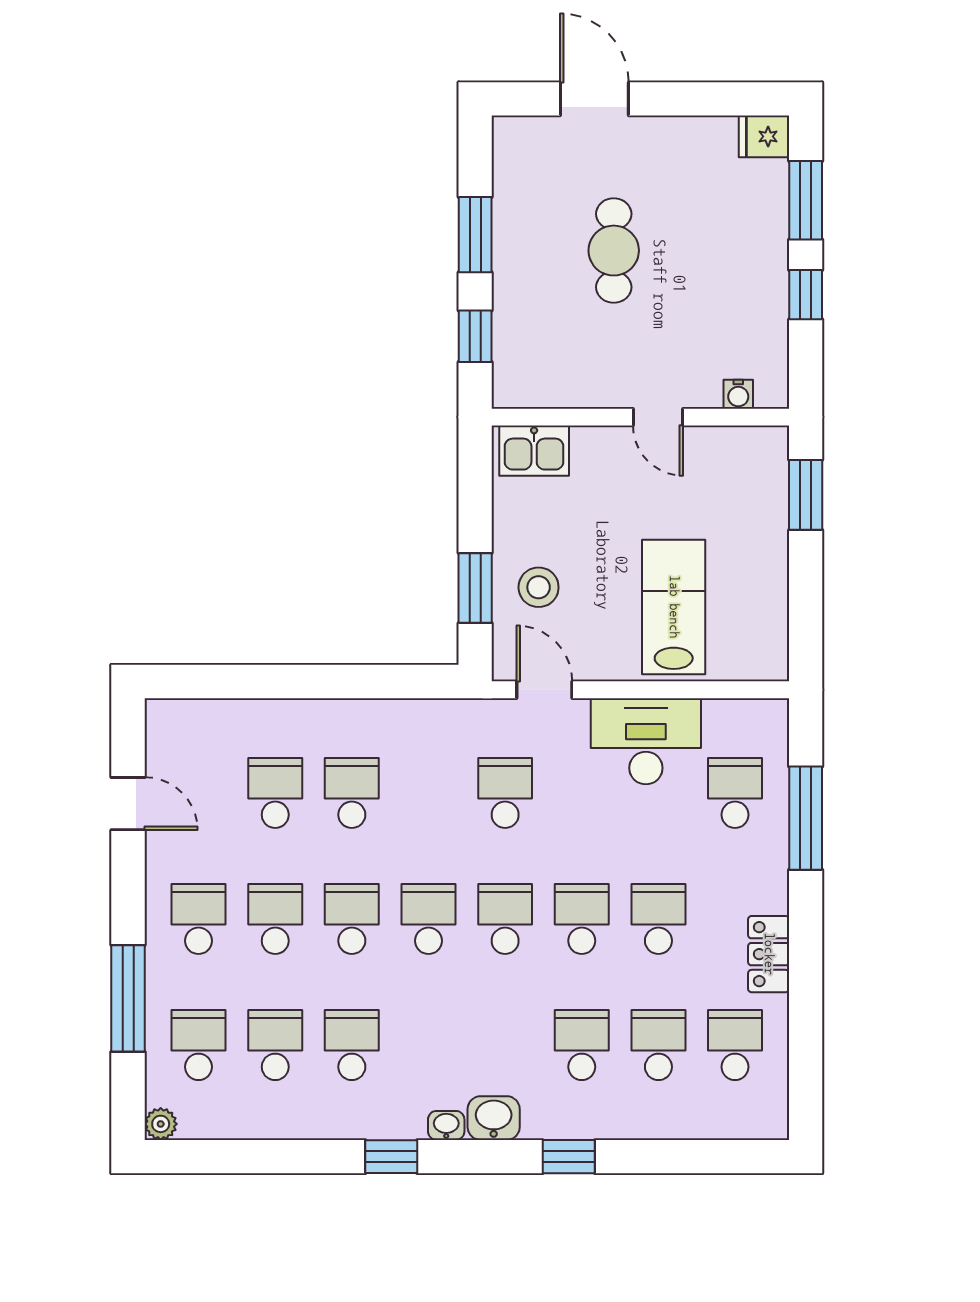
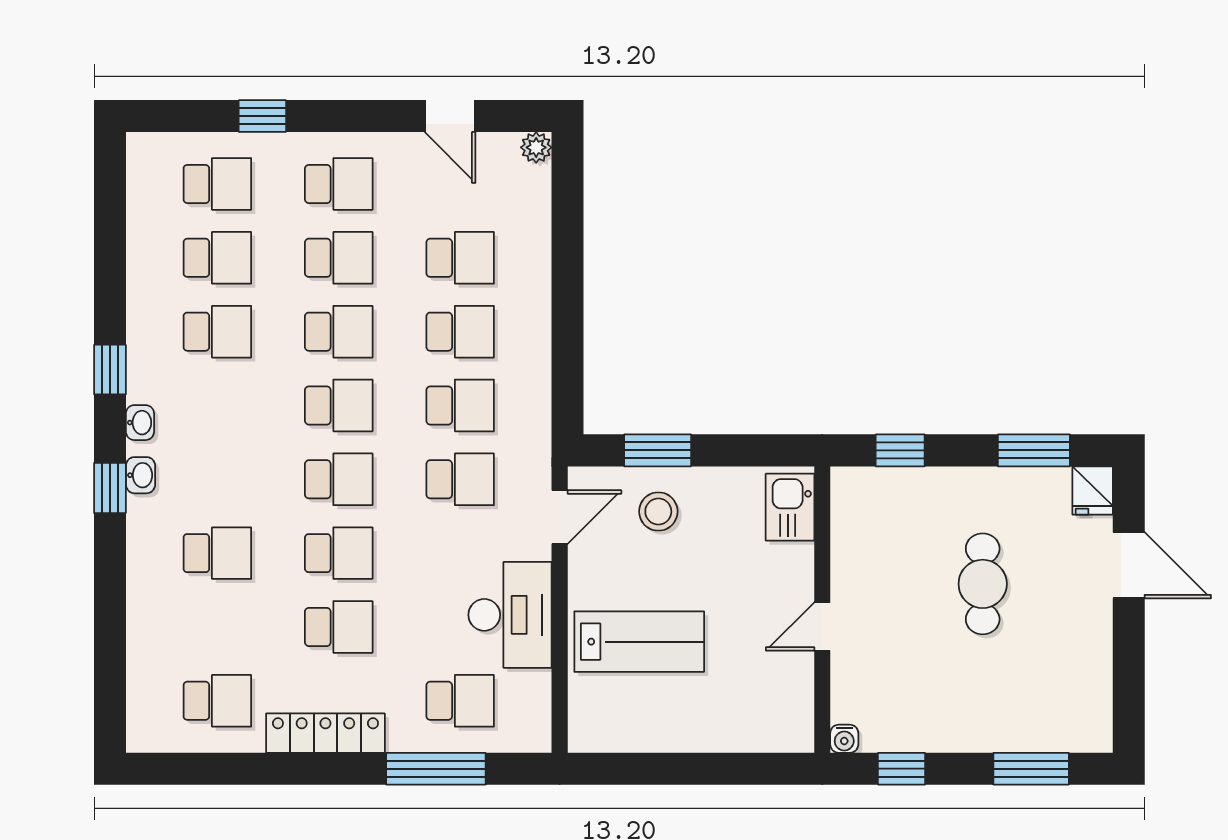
door: (594, 99) -> (1129, 565), hinge flipped
fridge: (764, 136) -> (1093, 490), moved, turned 180
window: (475, 235) -> (1034, 450), moved
cafe table: (614, 251) -> (983, 584), turned 90
window: (806, 295) -> (902, 769), moved
water cooler: (738, 394) -> (844, 739), moved, turned -90
window: (806, 495) -> (747, 769), removed
door: (128, 804) -> (450, 116), hinge flipped
locker: (769, 954) -> (325, 733), width x1.53
window: (128, 998) -> (262, 116), width x0.46
school desk: (658, 1045) -> (460, 405), moved
washbasin: (494, 1118) -> (140, 475), width x0.72, depth x0.69
plant: (161, 1124) -> (536, 147), moved
window: (569, 1157) -> (110, 488), moved

